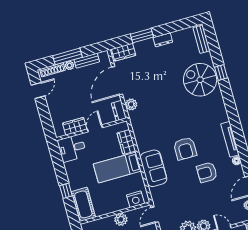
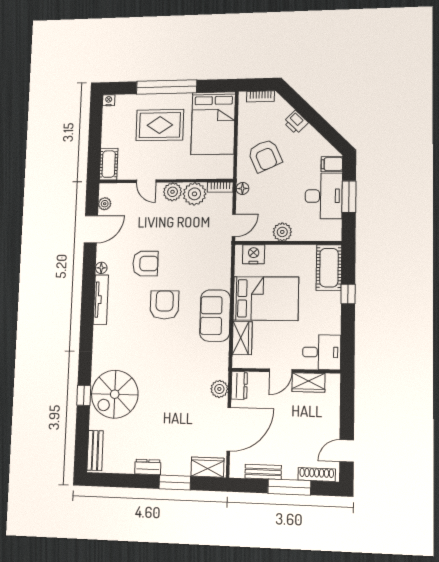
plant: (70, 65) -> (290, 473), removed
spiral stairs: (200, 80) -> (115, 394), turned 90
bed: (117, 167) -> (266, 299), width x1.50
sofa: (154, 168) -> (215, 316), moved

